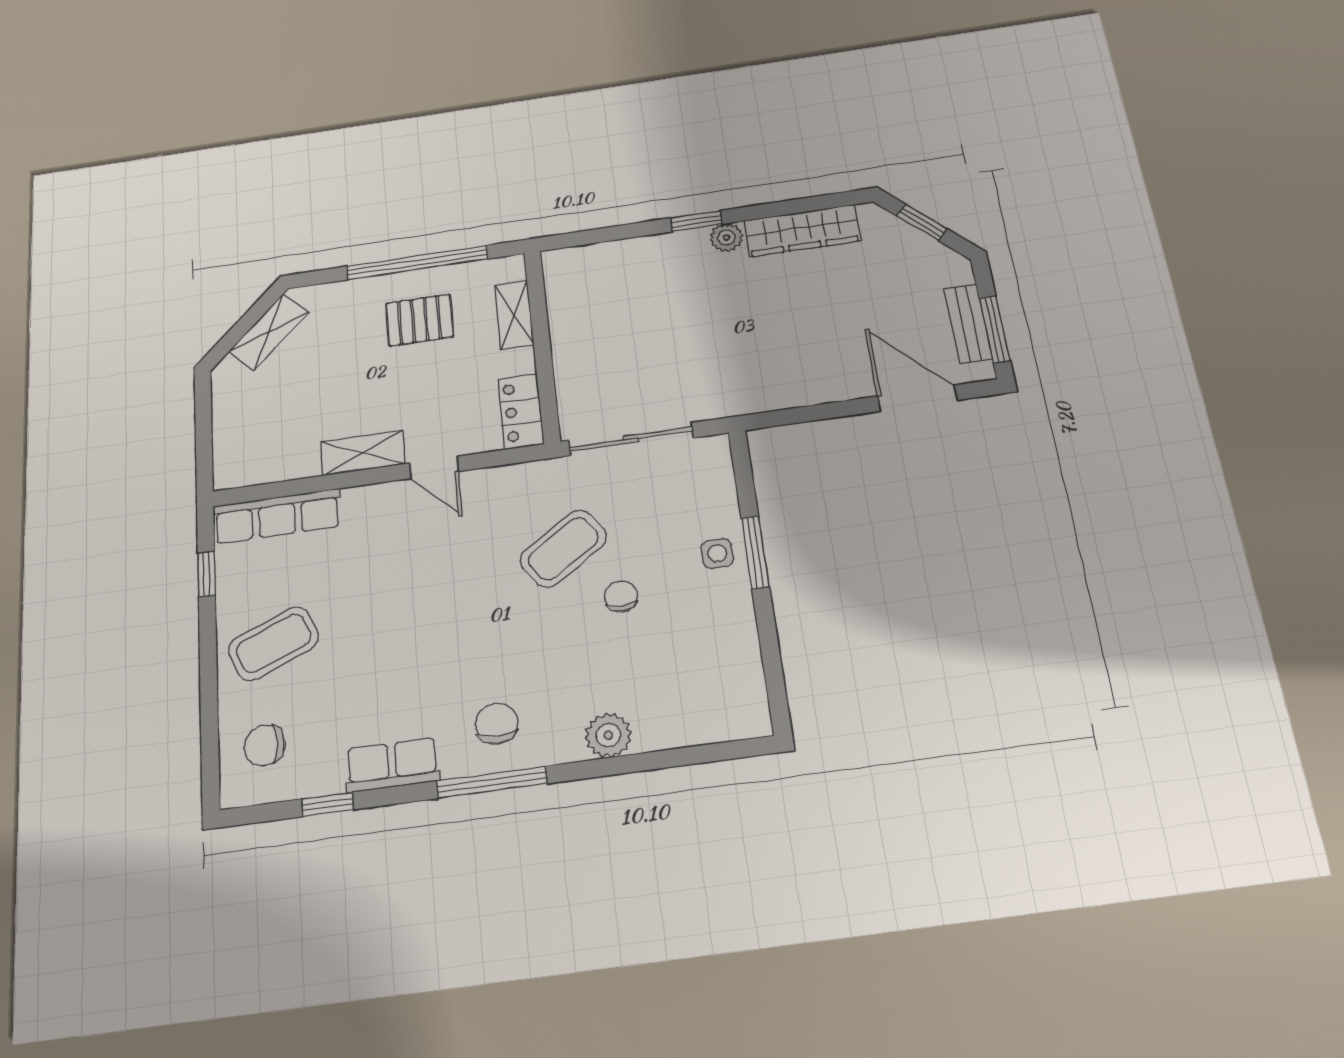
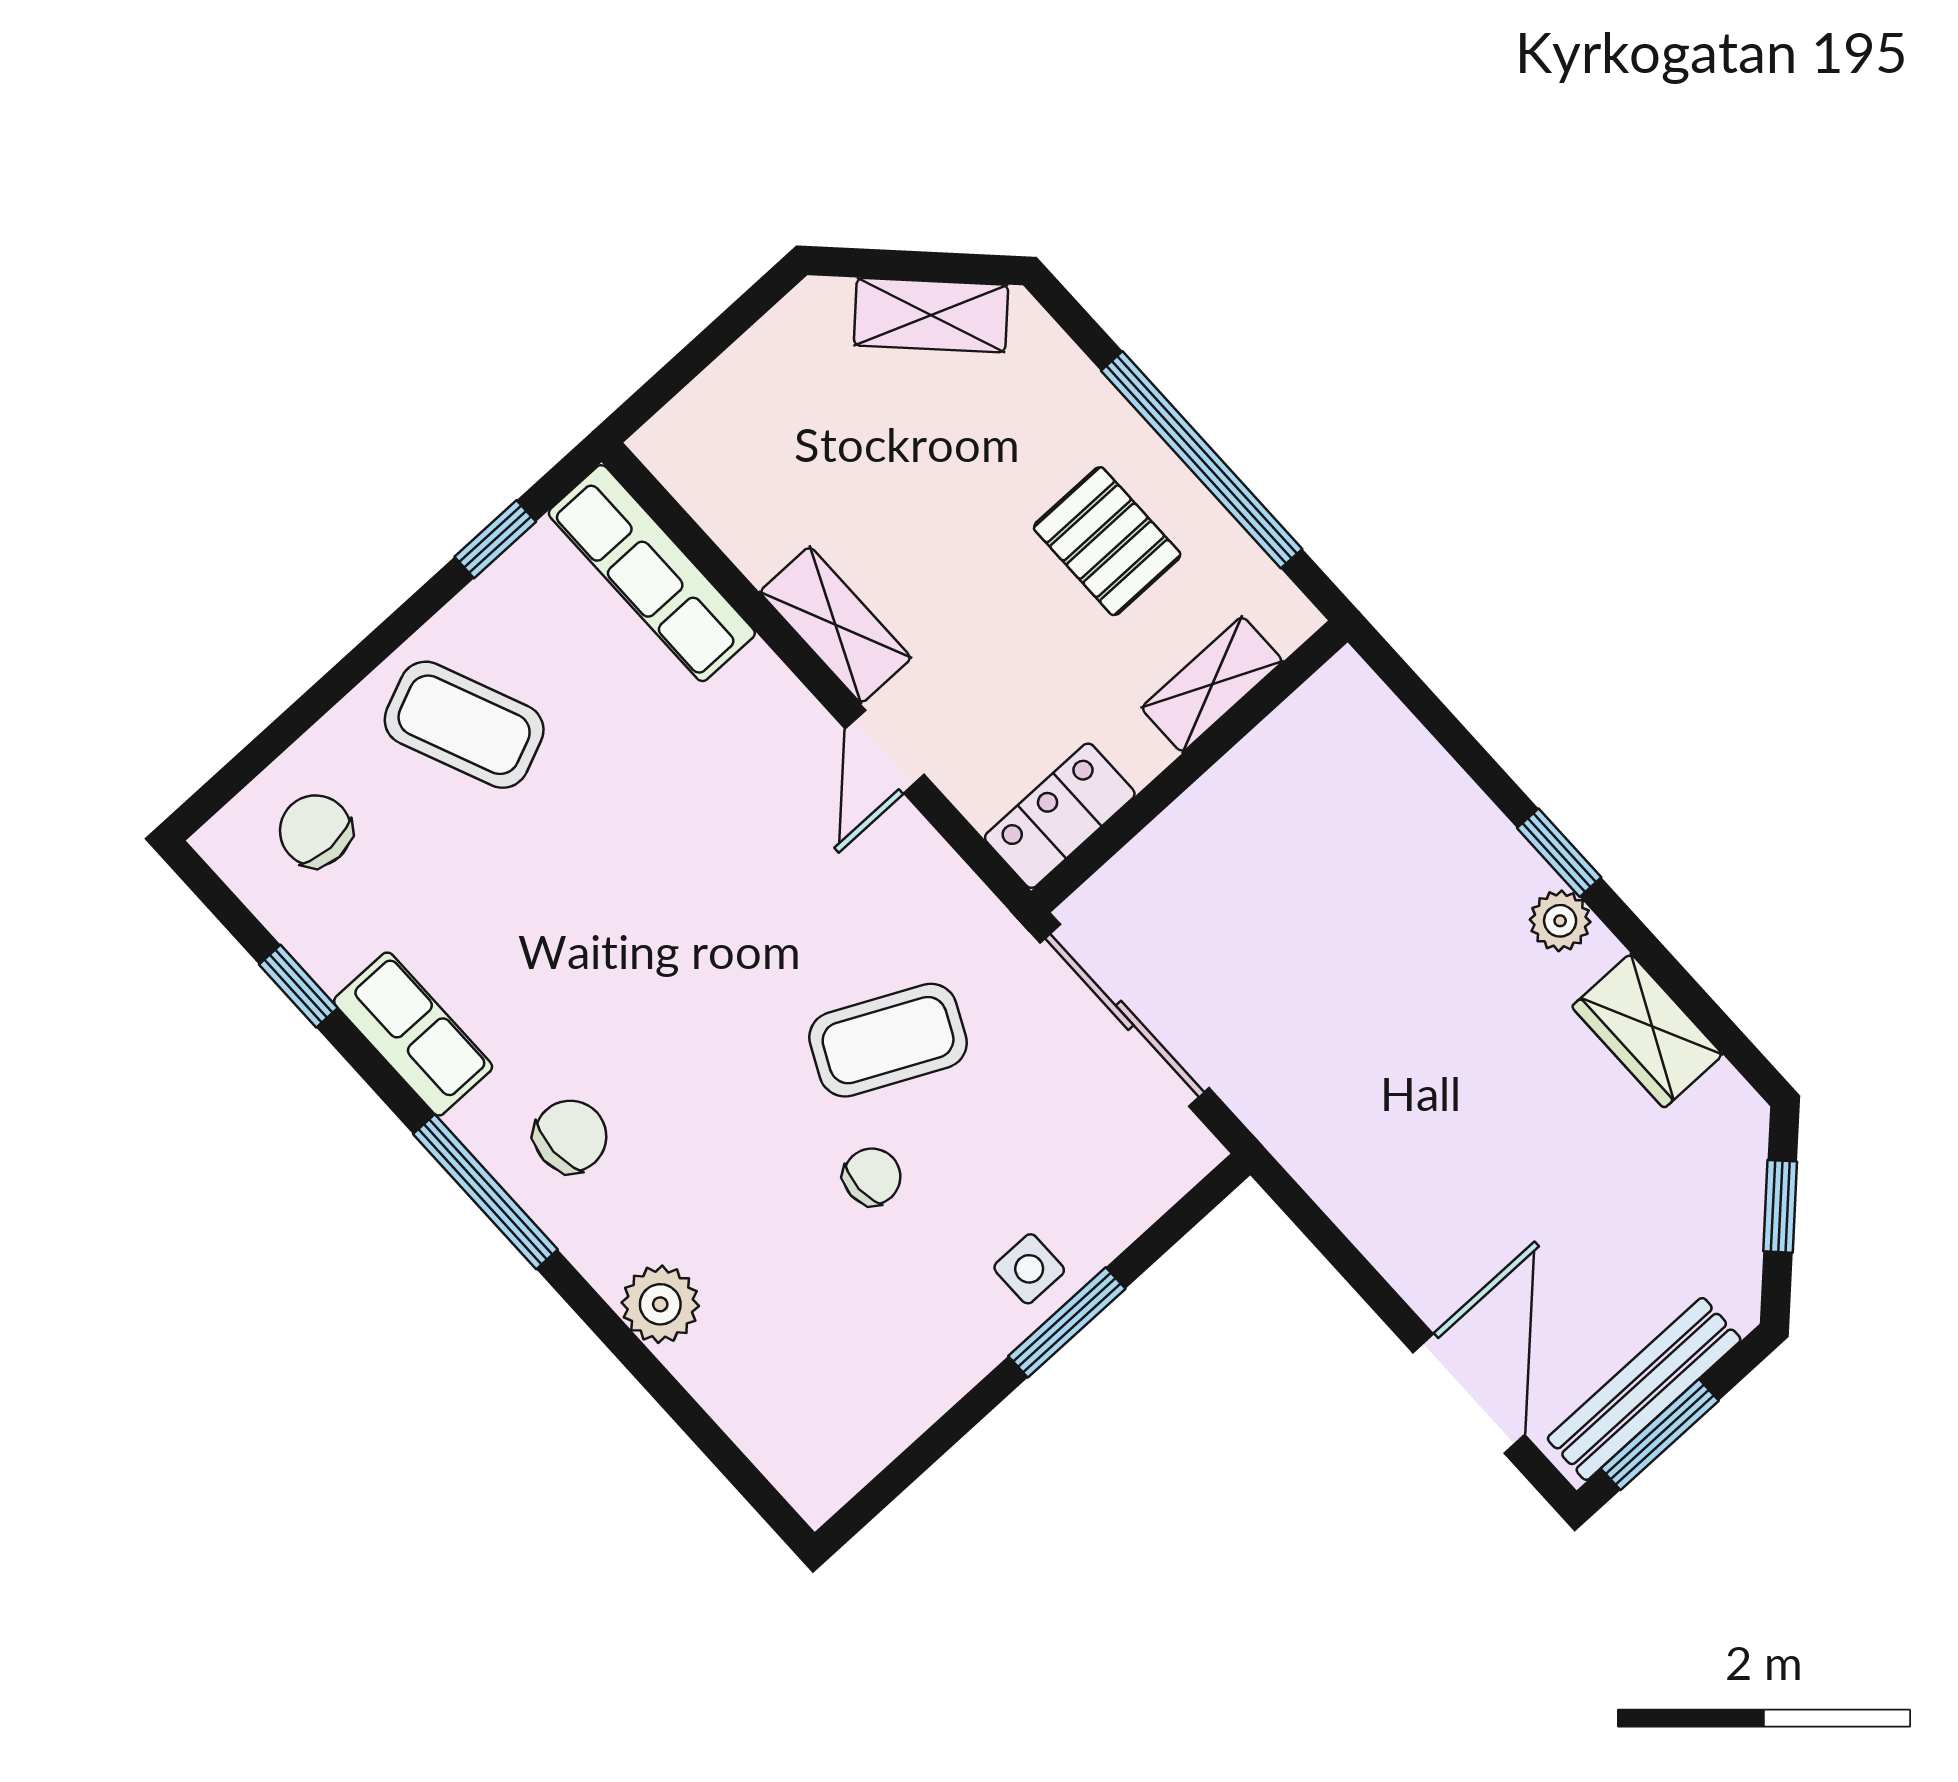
wardrobe: (802, 231) -> (1647, 1031), width x0.67
bench: (968, 324) -> (1644, 1389), width x1.36
coffee table: (563, 549) -> (888, 1040), turned -30

